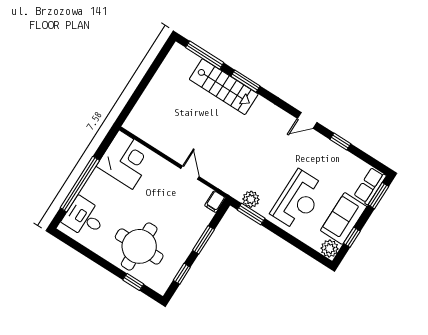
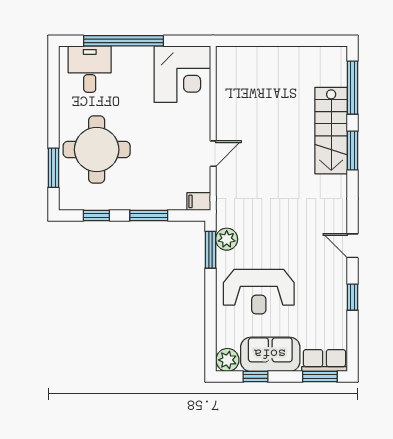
window: (133, 282) -> (53, 168), width x1.50

